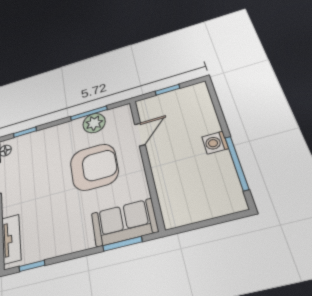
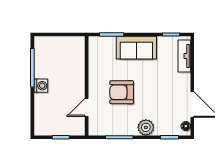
plant: (94, 123) -> (146, 127), moved
armchair: (94, 167) -> (122, 92), width x0.73, depth x0.73
sofa: (124, 222) -> (136, 48), moved

